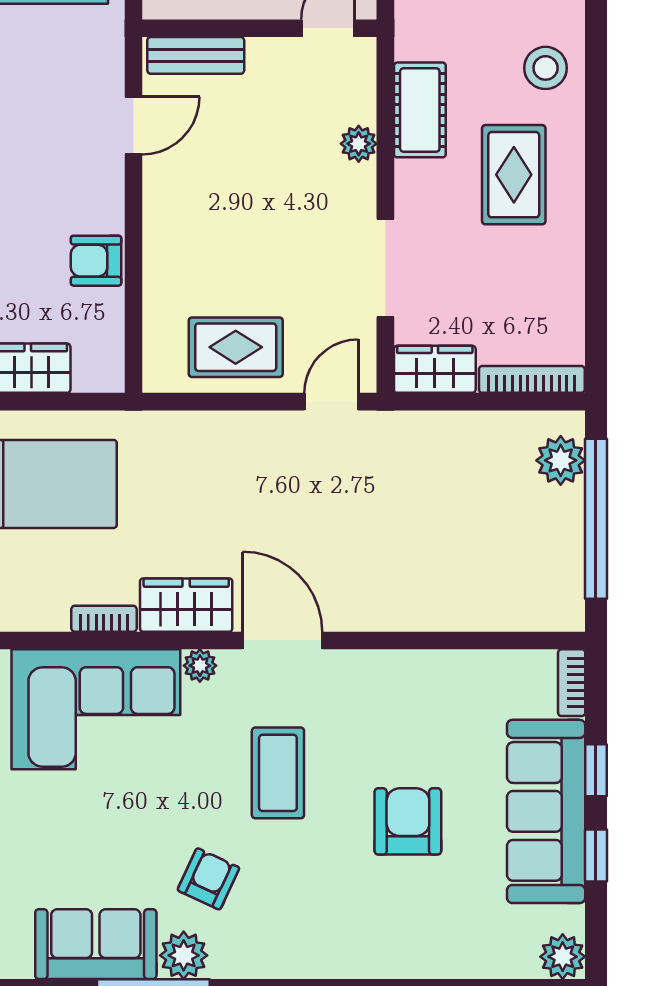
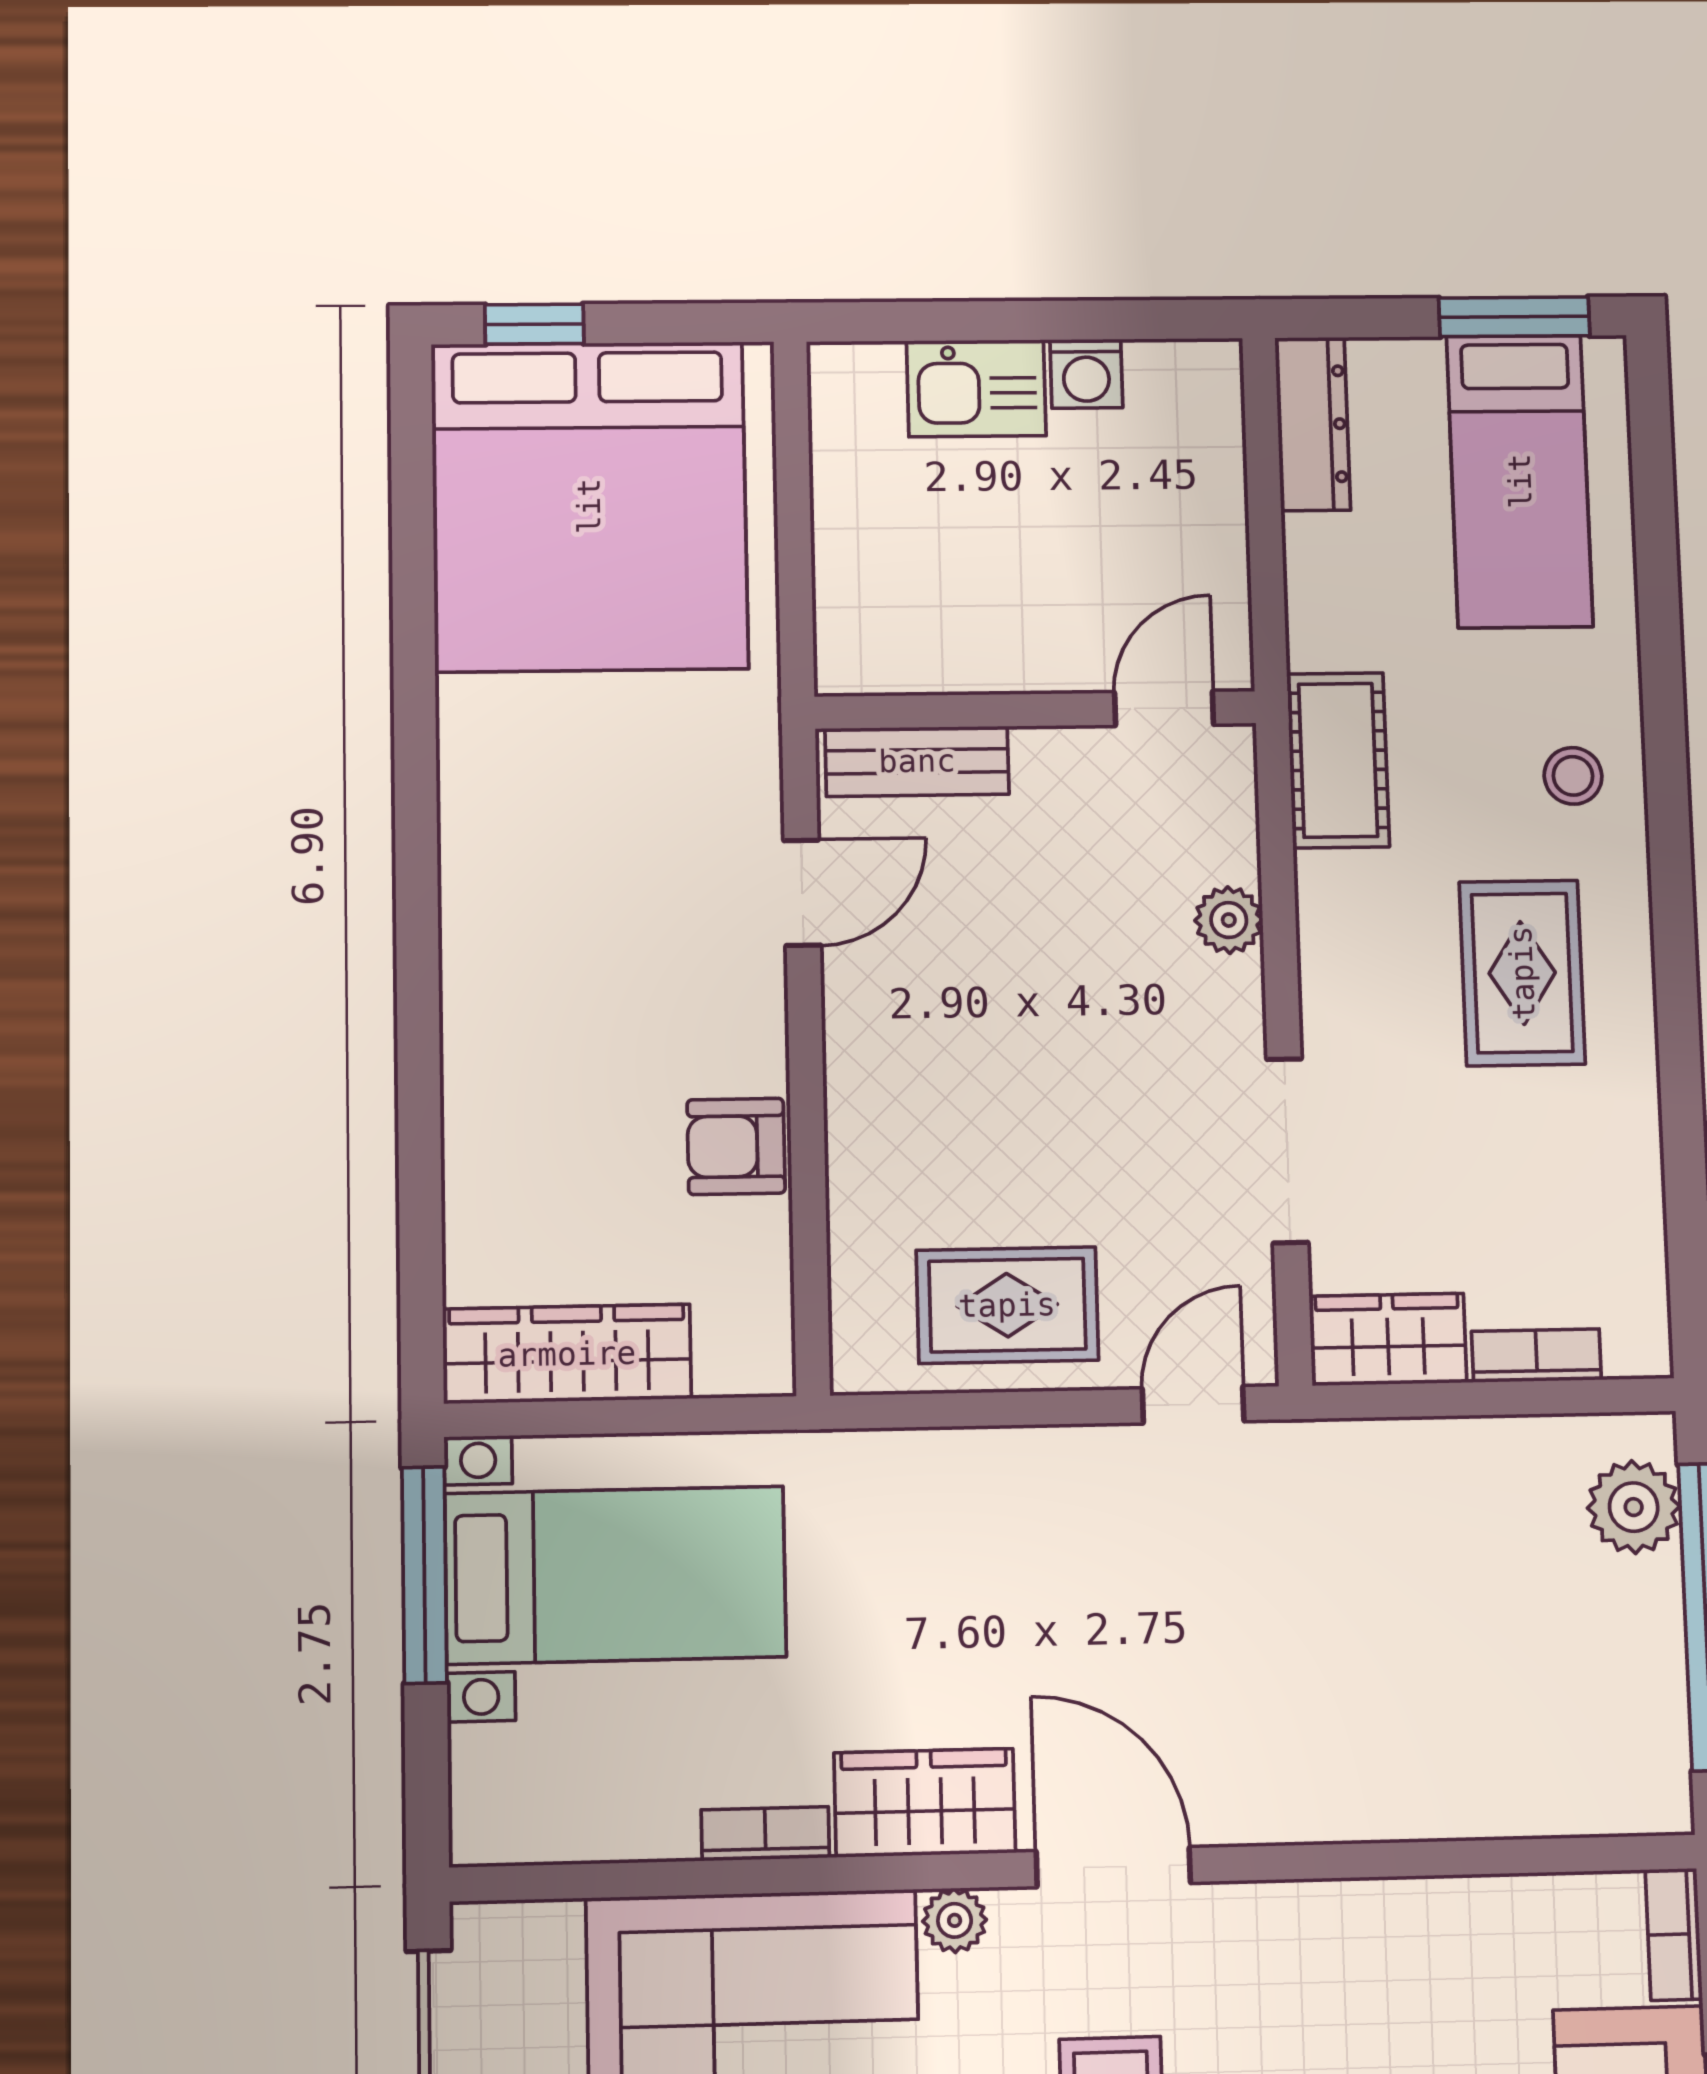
stool: (546, 68) -> (1573, 776), width x0.73, depth x0.73
cot: (420, 110) -> (1338, 760), moved
bookcase: (532, 379) -> (1536, 1356), width x0.64

